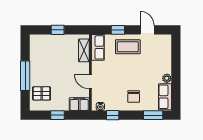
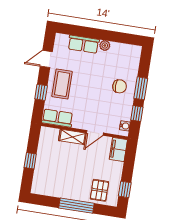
shelving: (84, 50) -> (72, 137), moved
row of seats: (165, 97) -> (83, 44), moved
window: (58, 115) -> (125, 189), moved
window: (153, 115) -> (141, 88), moved

